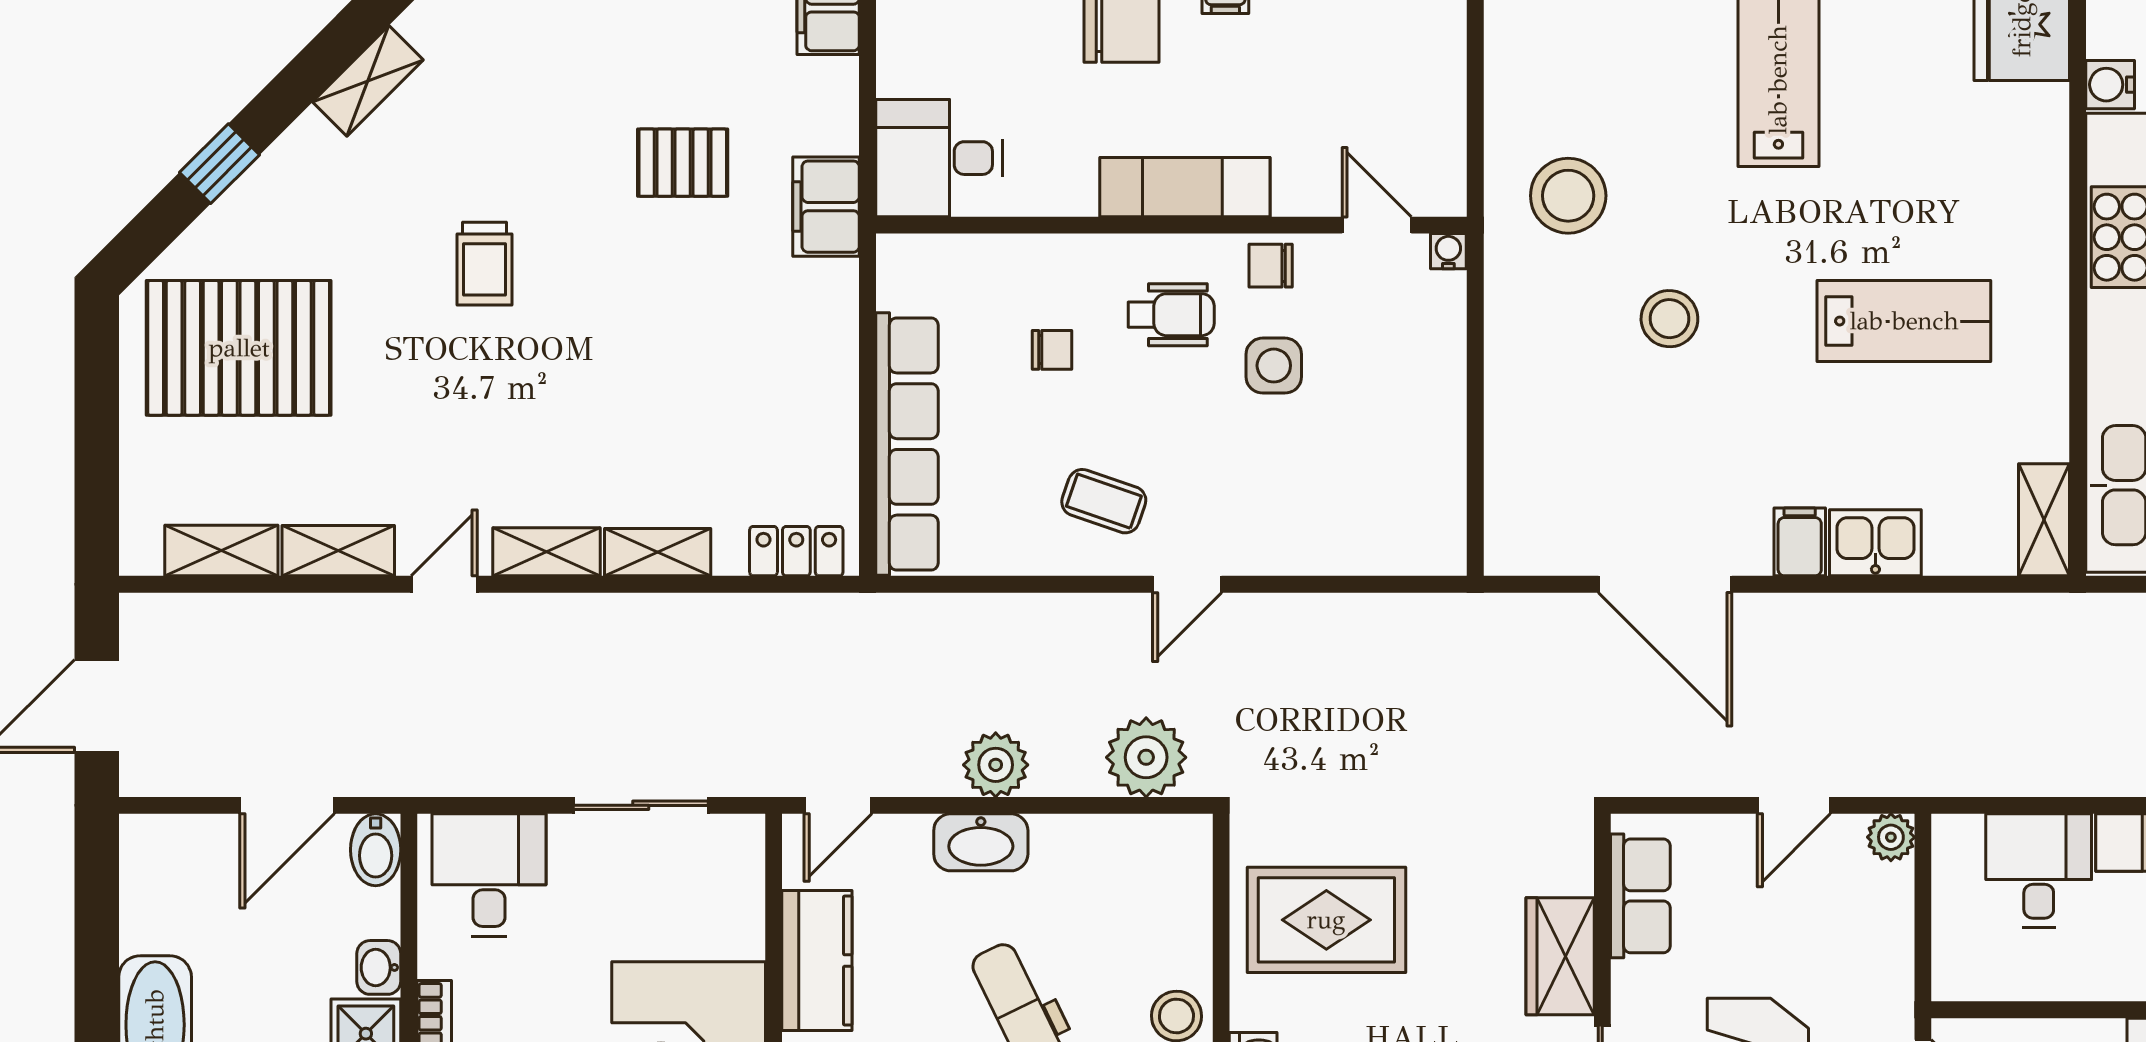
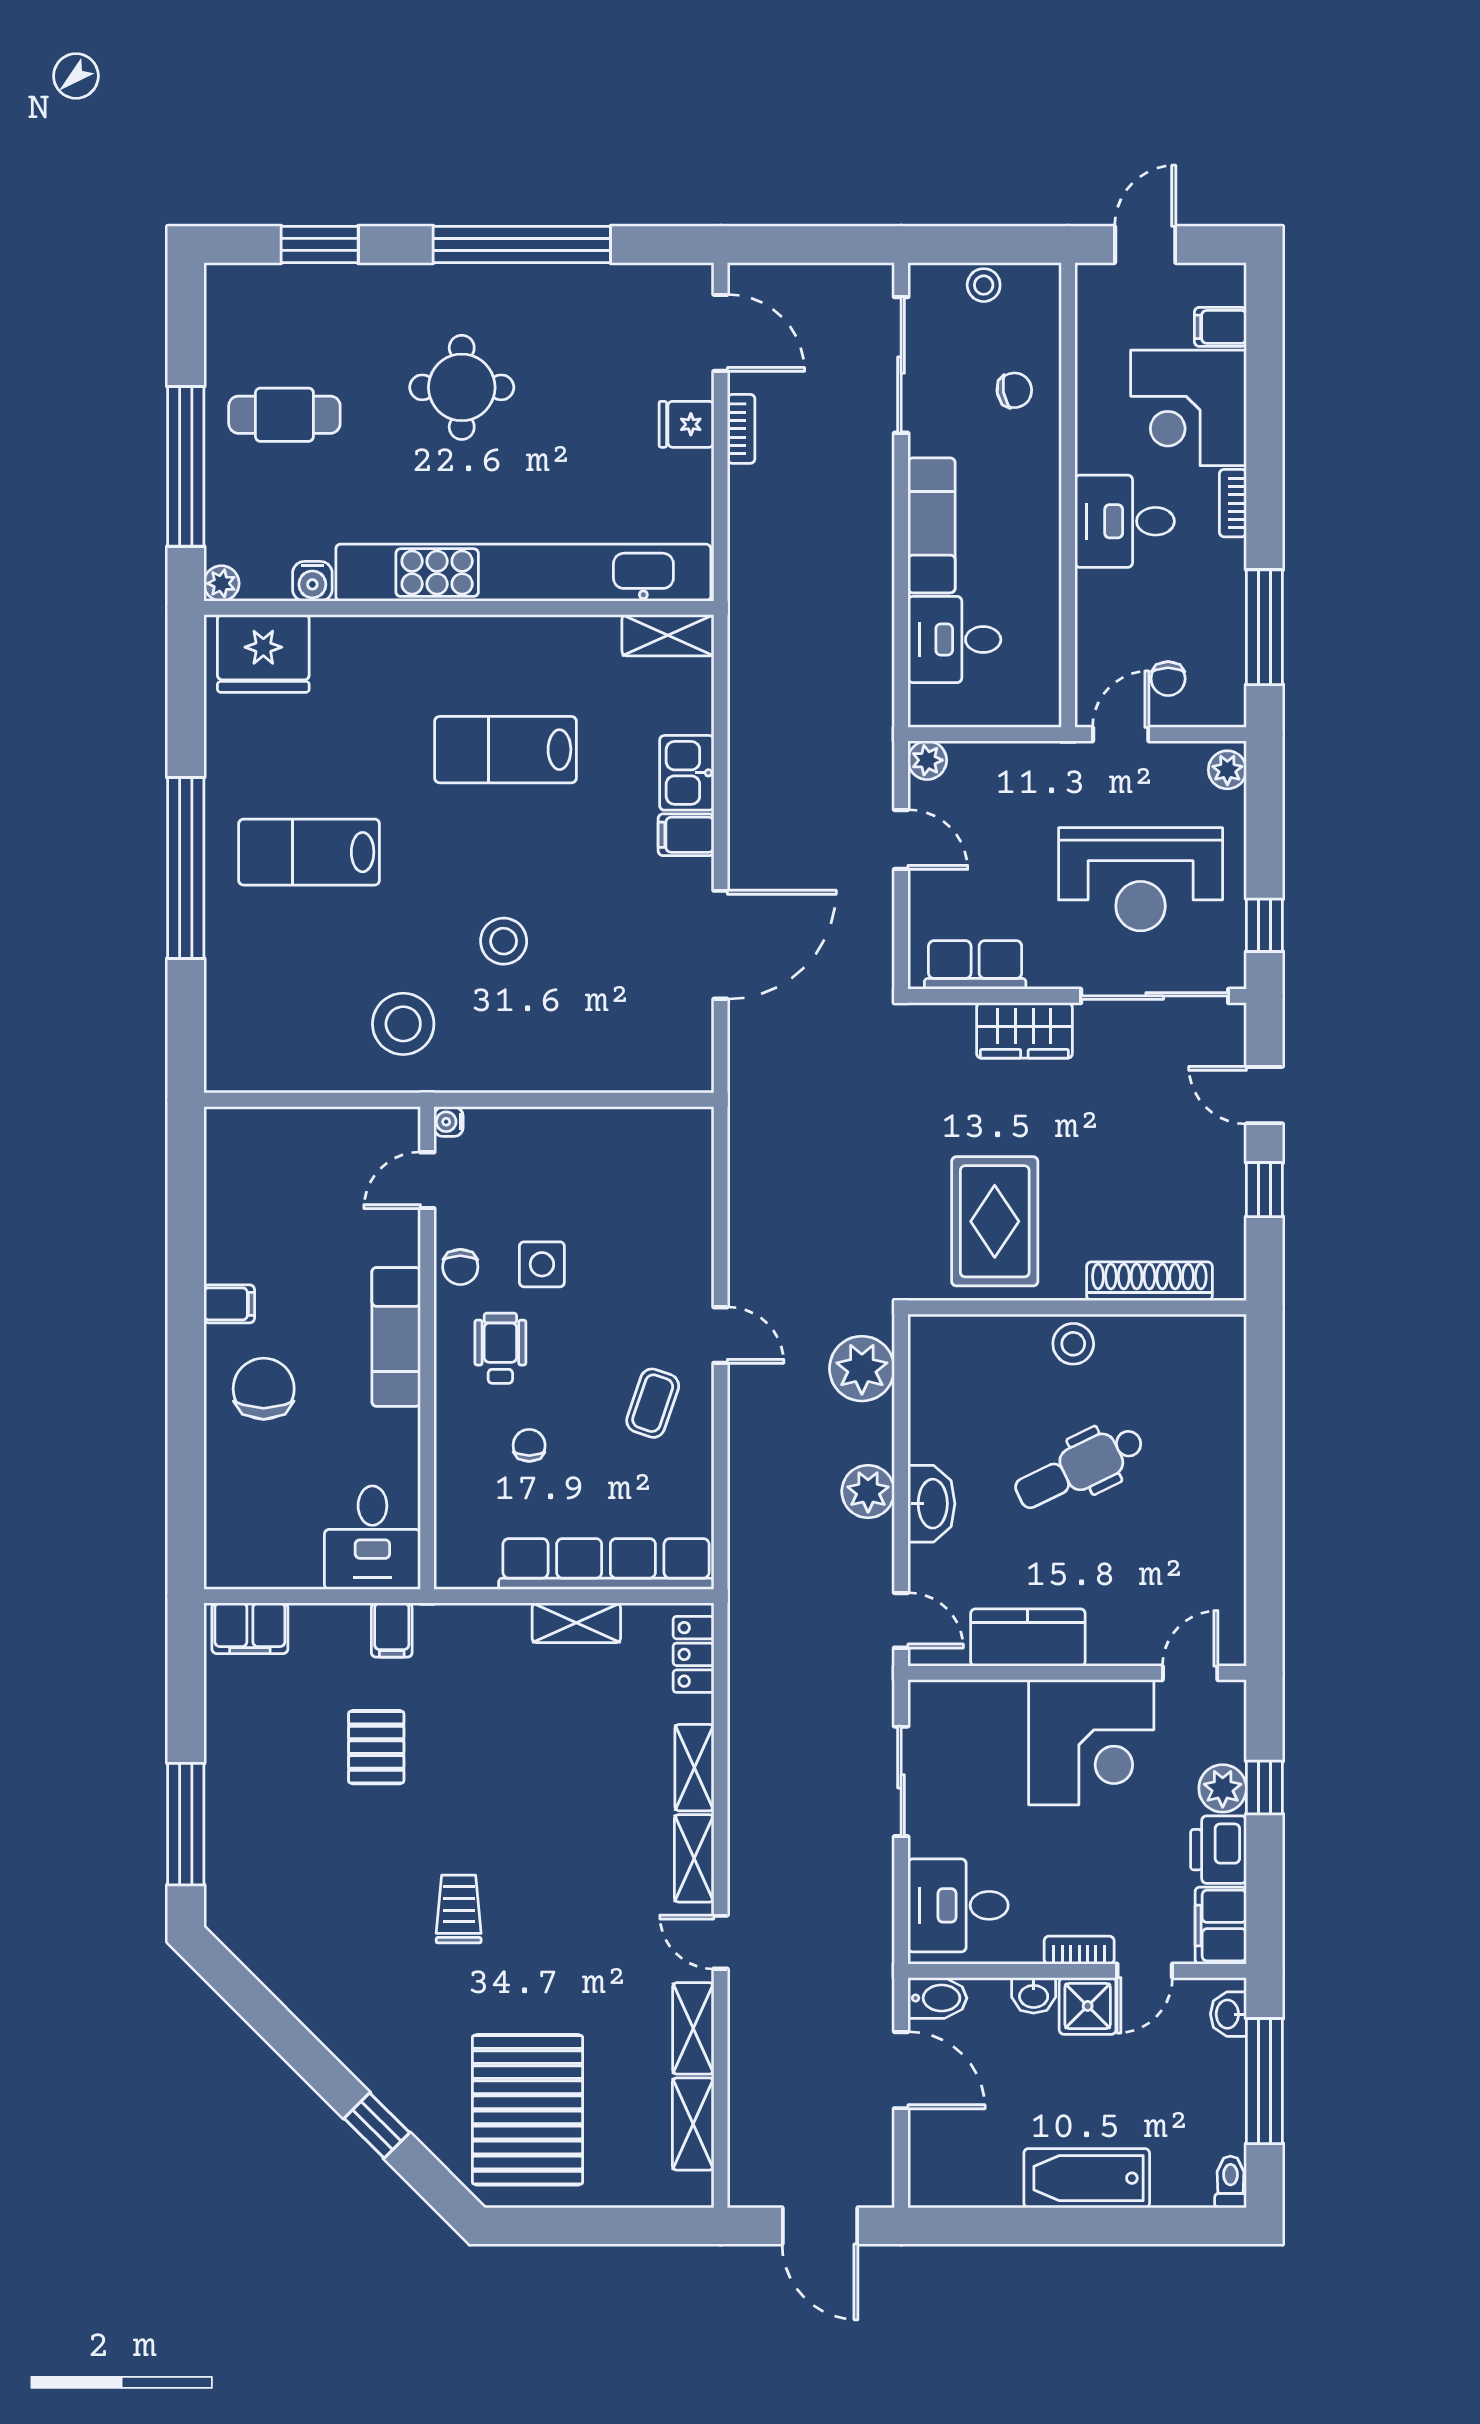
shelving: (368, 81) -> (576, 1623), moved, turned -45
filing cabinet: (826, 207) -> (392, 1630), width x0.50
trolley: (484, 264) -> (459, 1909), turned -90
lab bench: (1904, 321) -> (506, 750), turned -90

